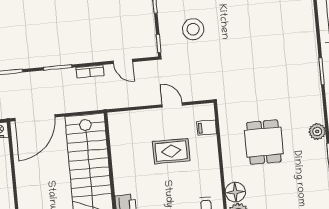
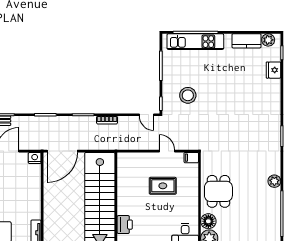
door: (123, 61) -> (147, 115), moved
filing cabinet: (207, 128) -> (191, 158), moved
dining table: (264, 142) -> (218, 191), moved

